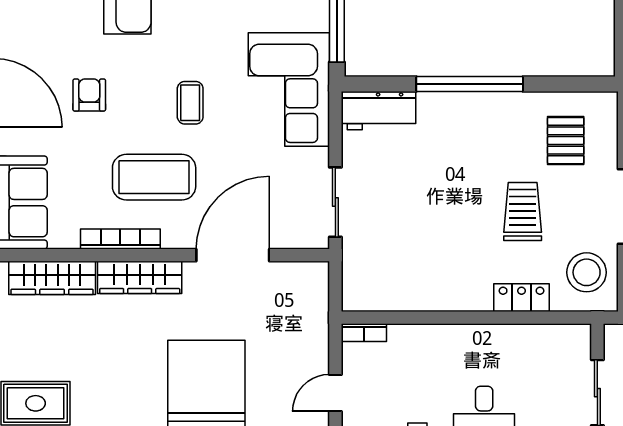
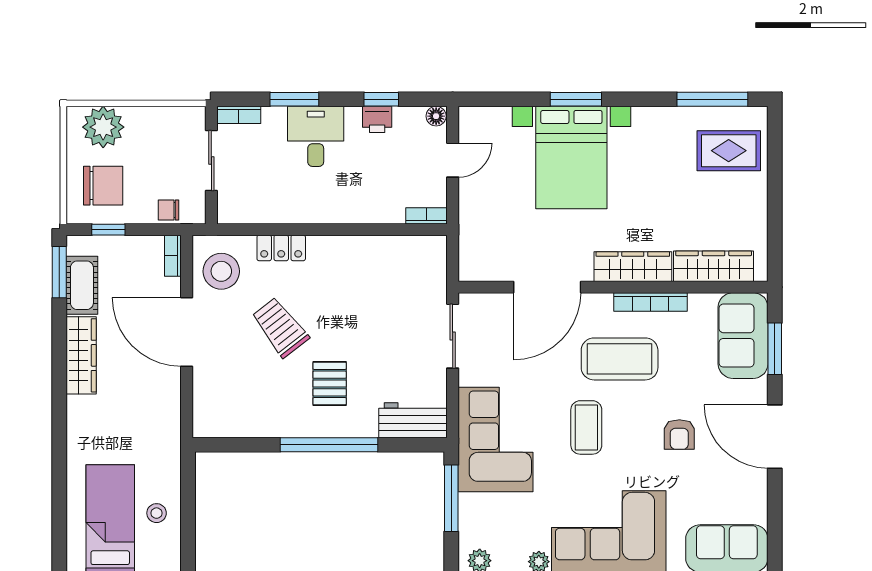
coffee table: (190, 103) -> (586, 427), width x1.36, depth x1.30
pallet: (566, 141) -> (330, 384), moved
trolley: (523, 211) -> (280, 327), turned 142

